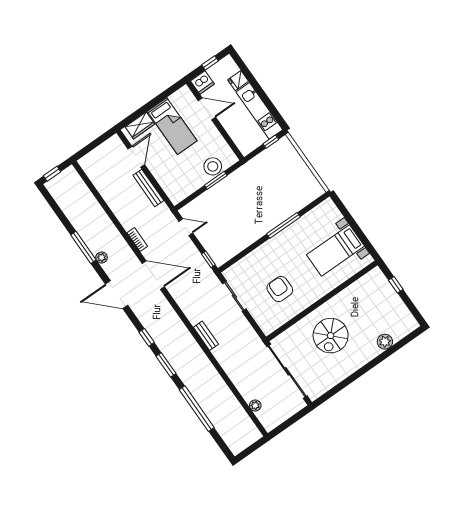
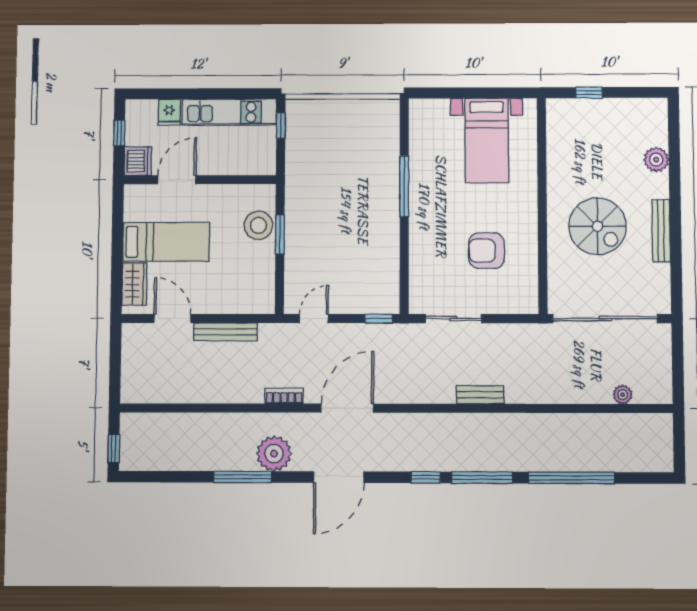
plant: (102, 257) -> (274, 454), width x1.87, depth x1.87
window: (166, 365) -> (482, 478), width x1.44
bench: (351, 368) -> (661, 230), added

